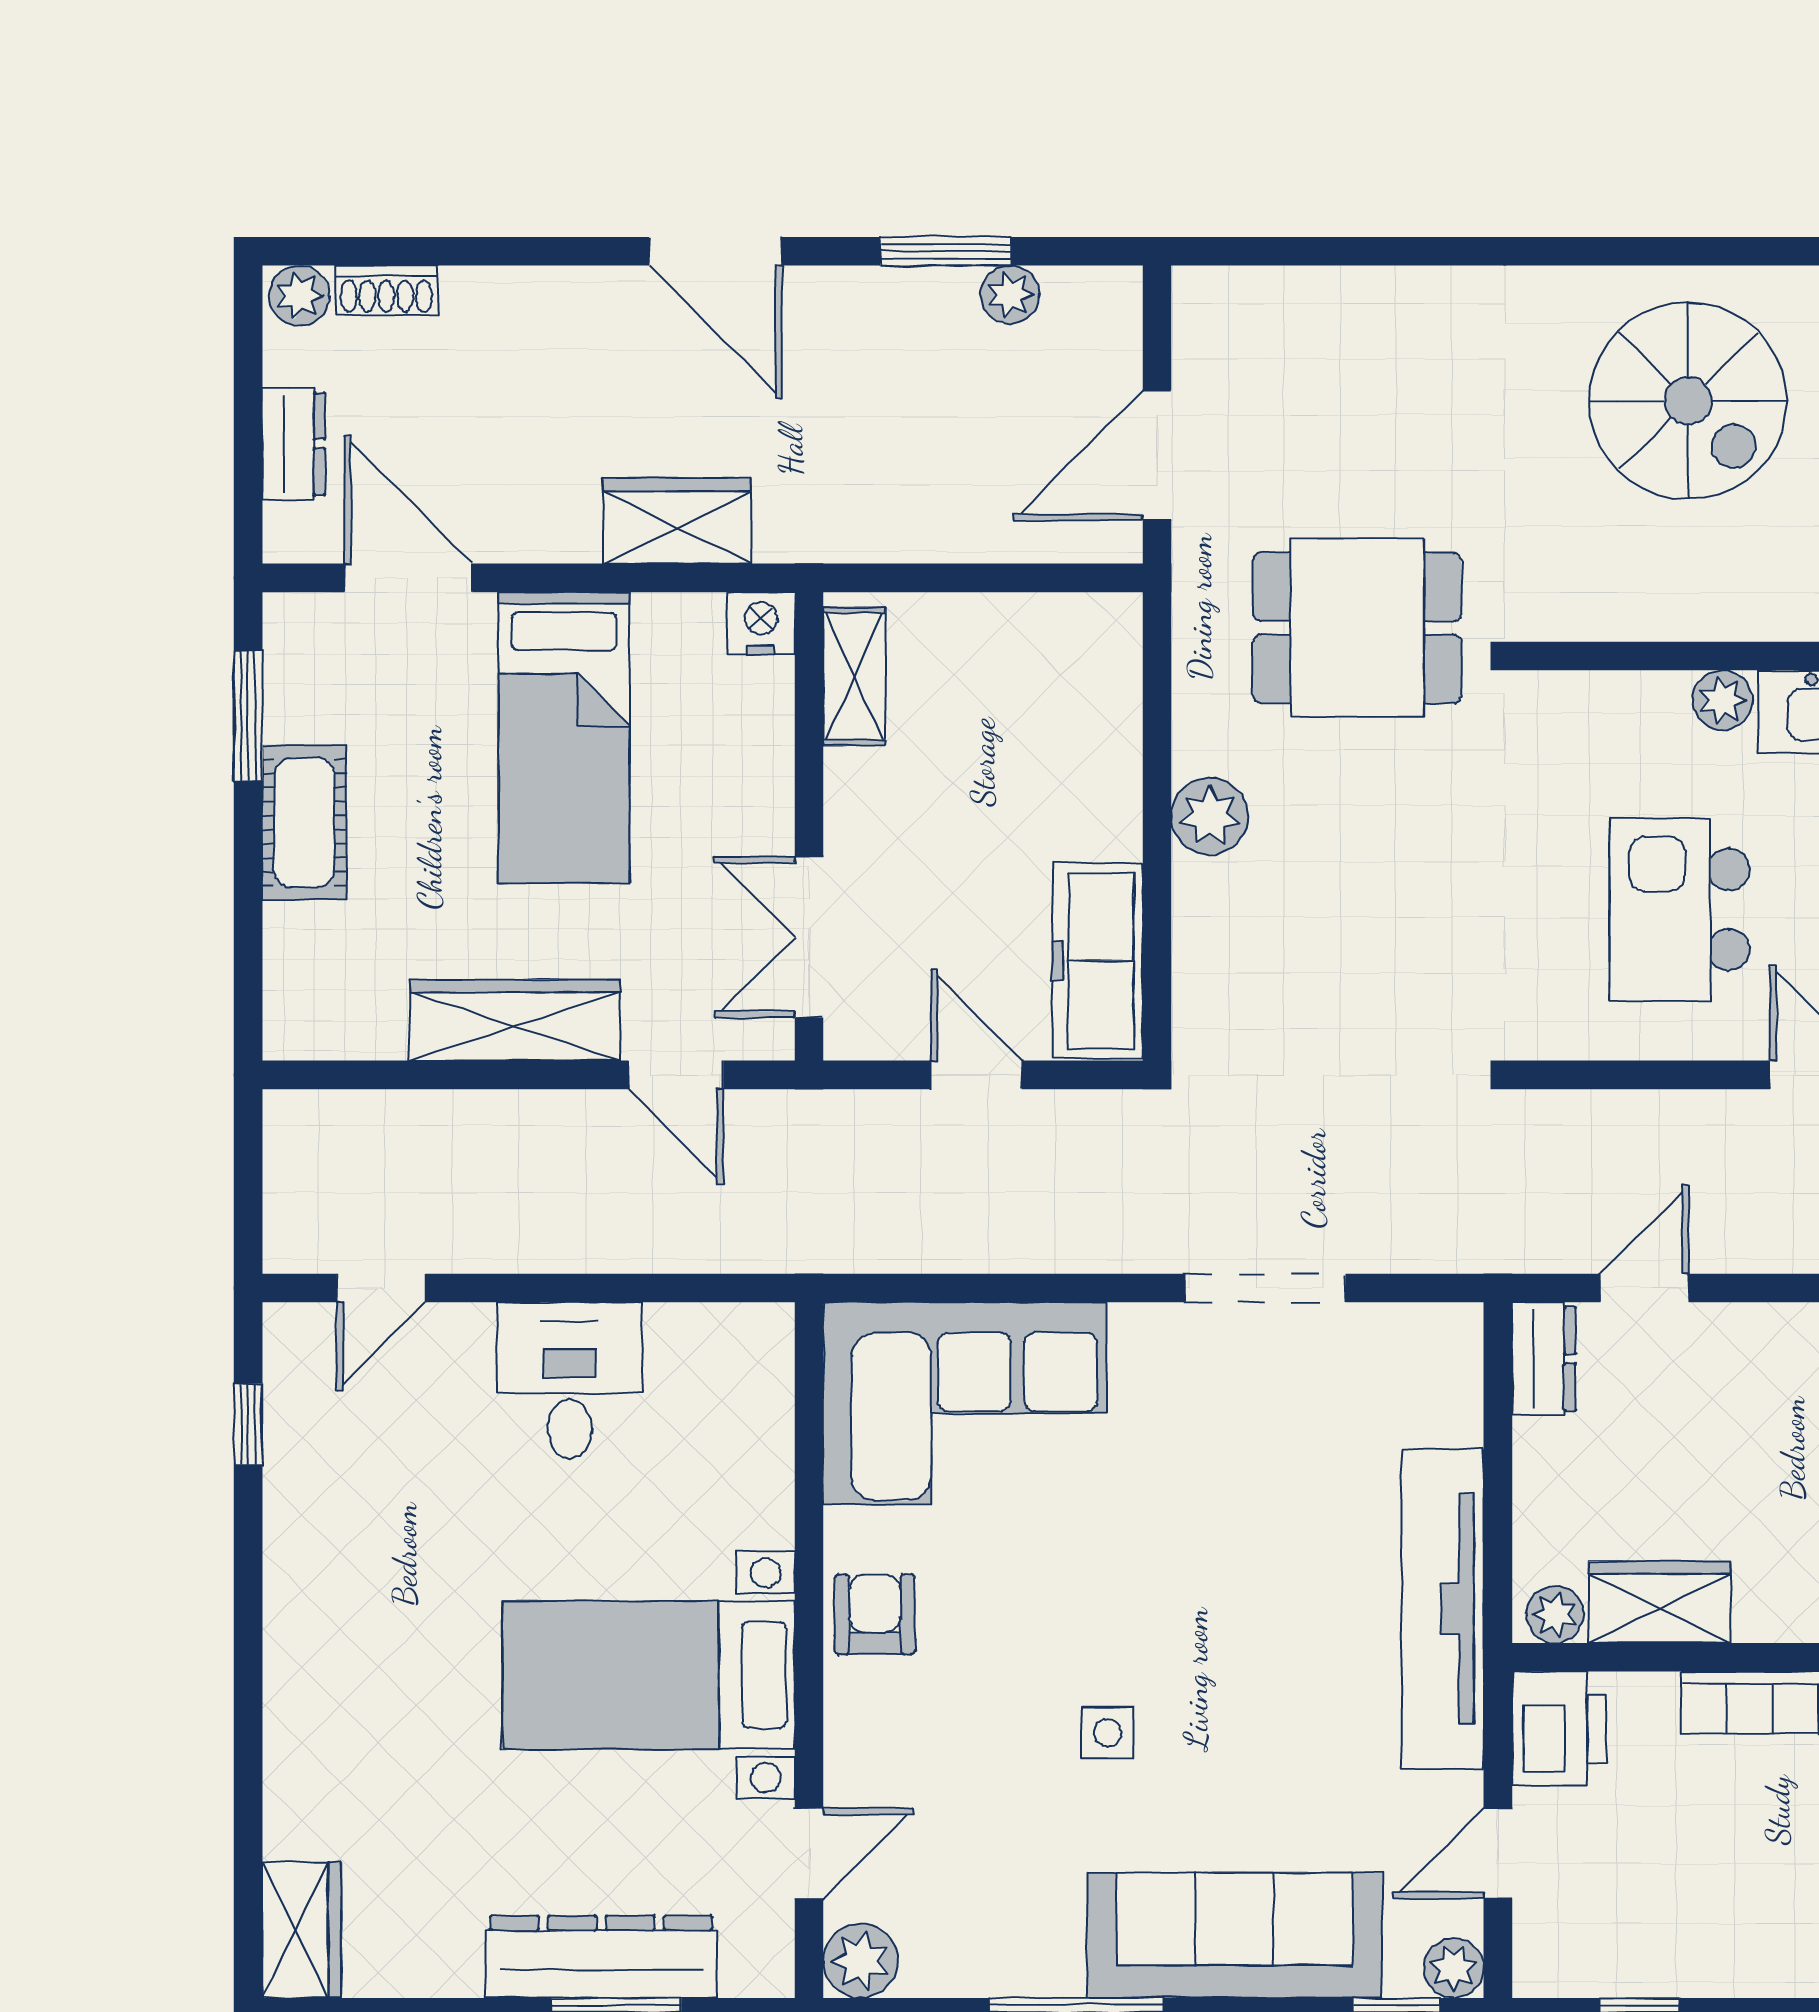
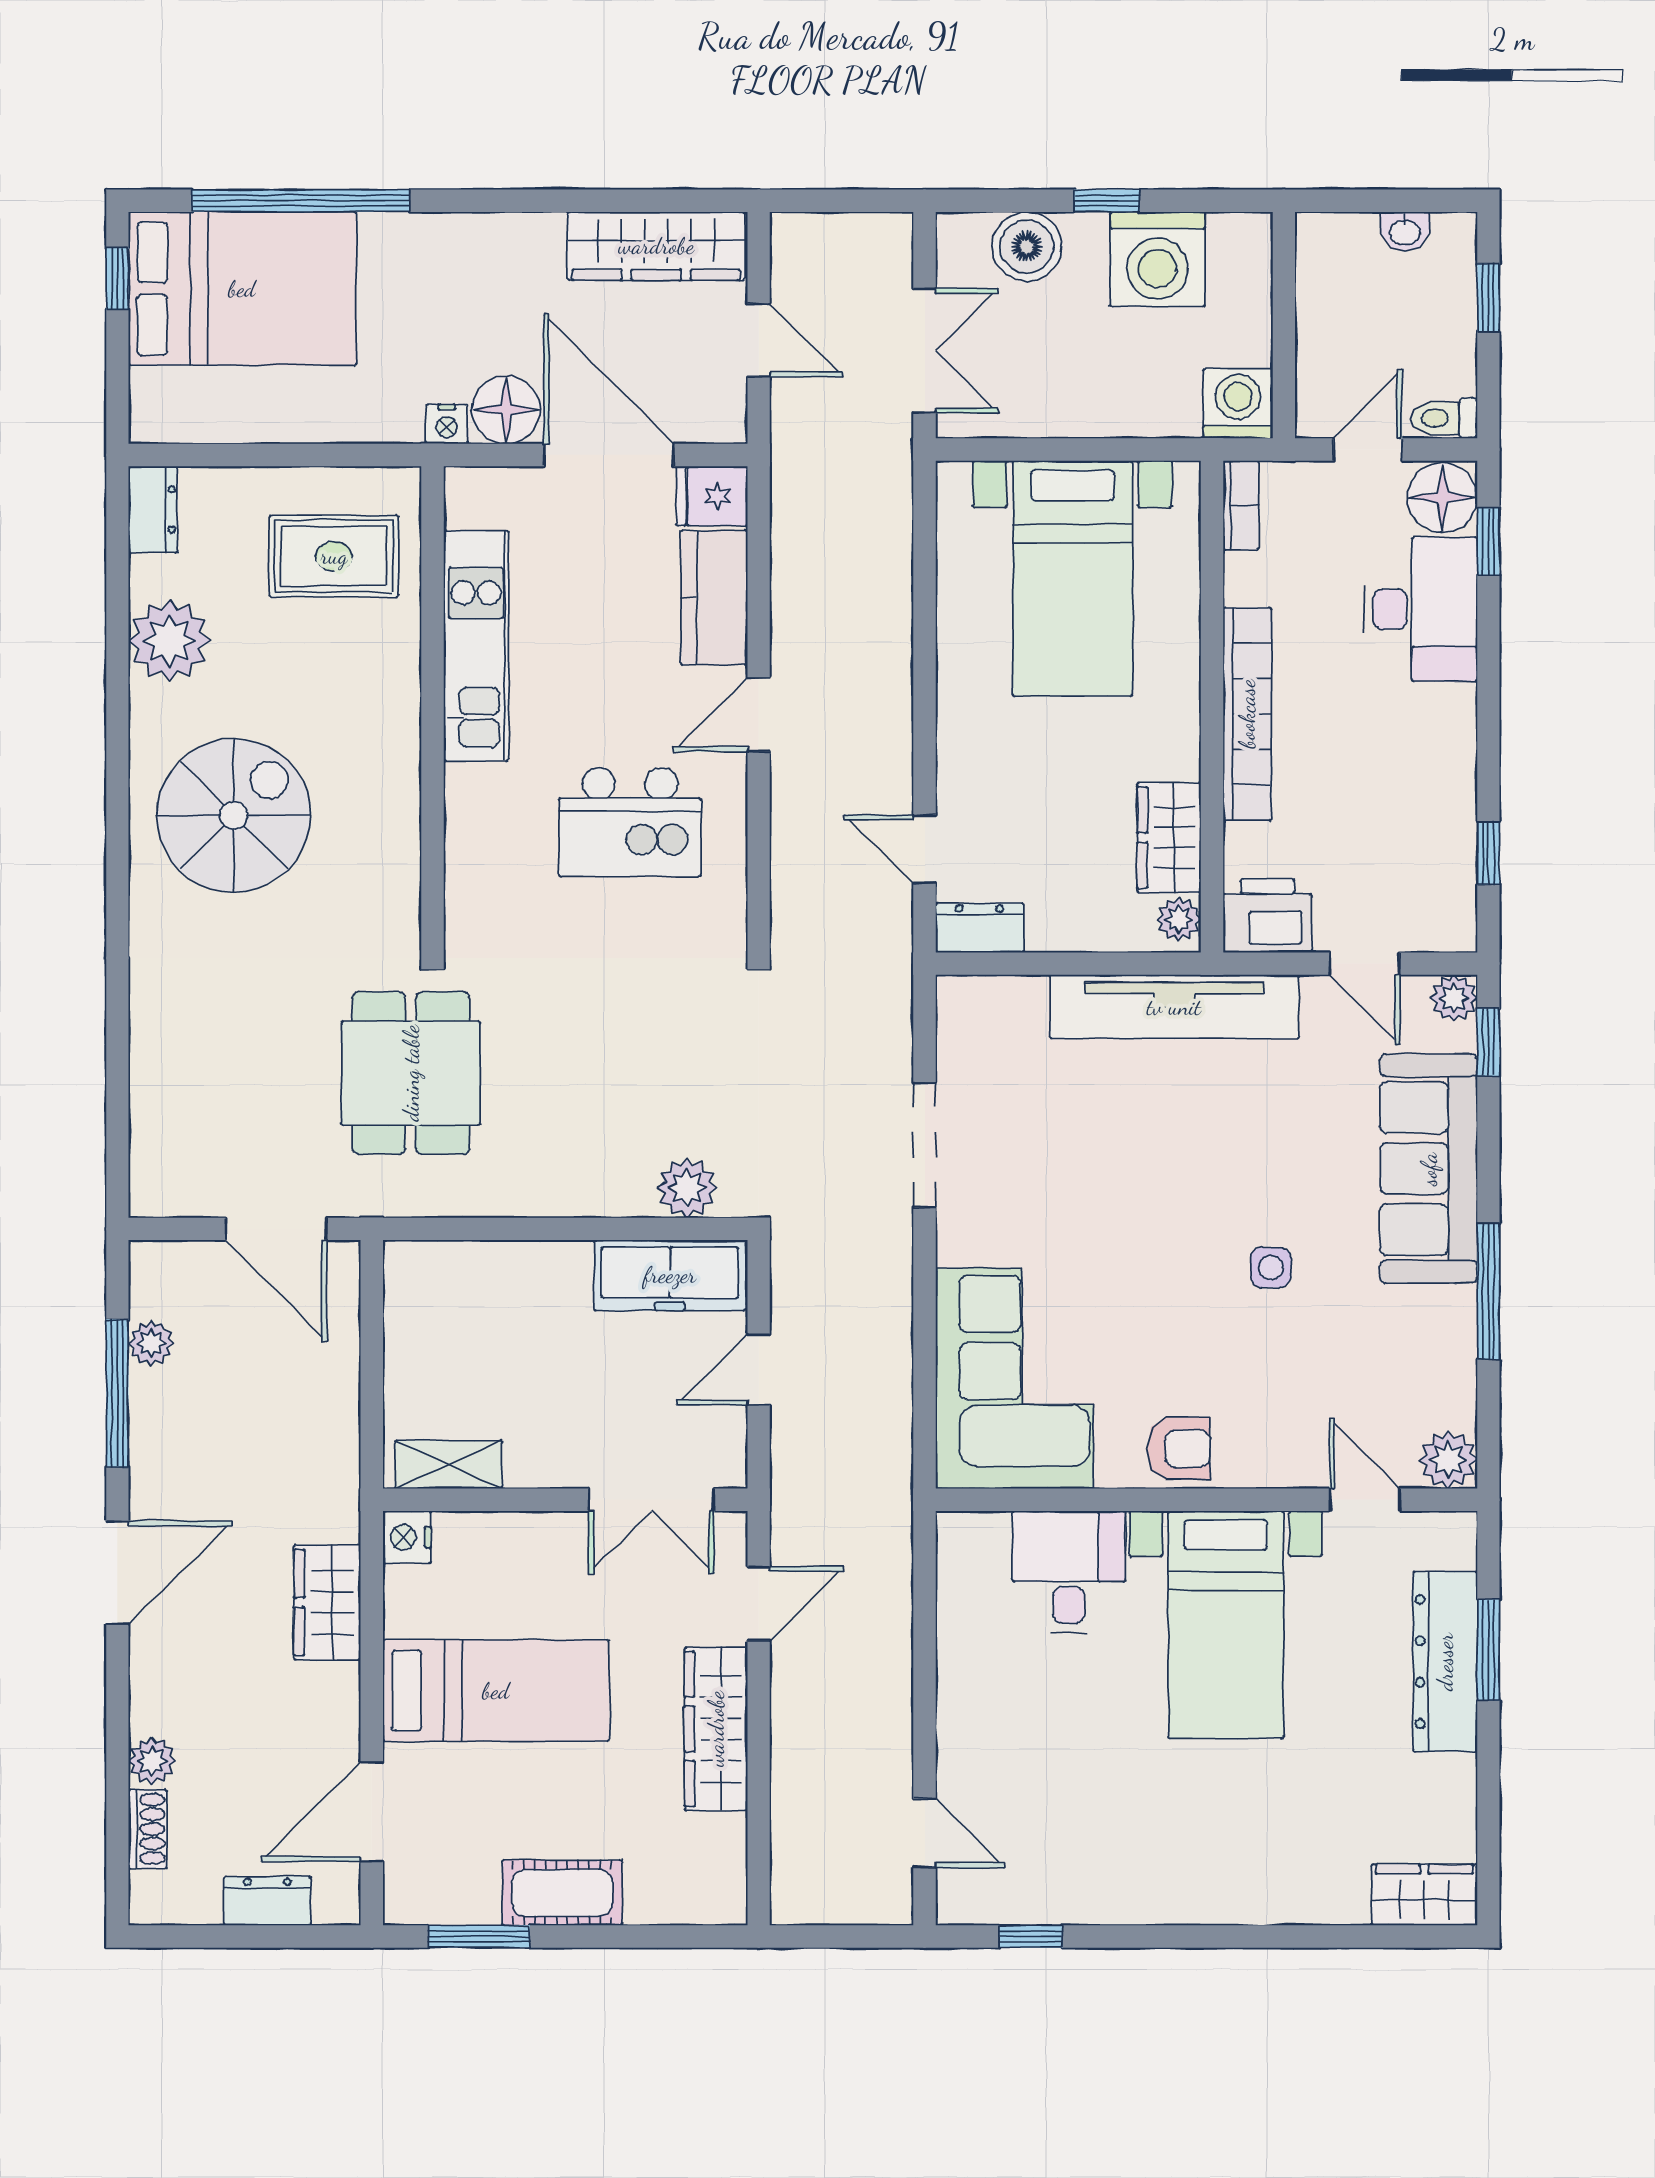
window: (946, 251) -> (117, 1393), width x1.44
plant: (299, 296) -> (152, 1761), moved
plant: (1723, 700) -> (467, 789), removed
plant: (1210, 816) -> (687, 1188), moved
desk: (570, 1380) -> (1069, 1572), moved, turned 90
armchair: (875, 1614) -> (1179, 1449), turned 180

